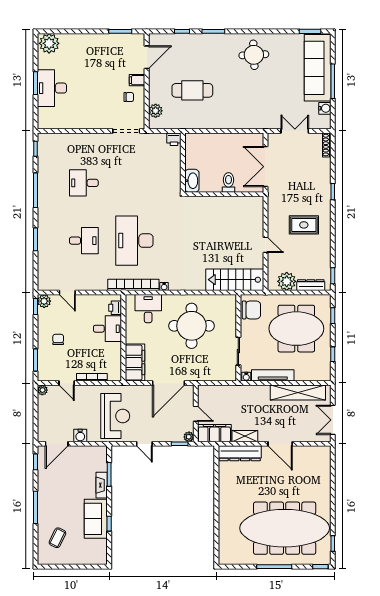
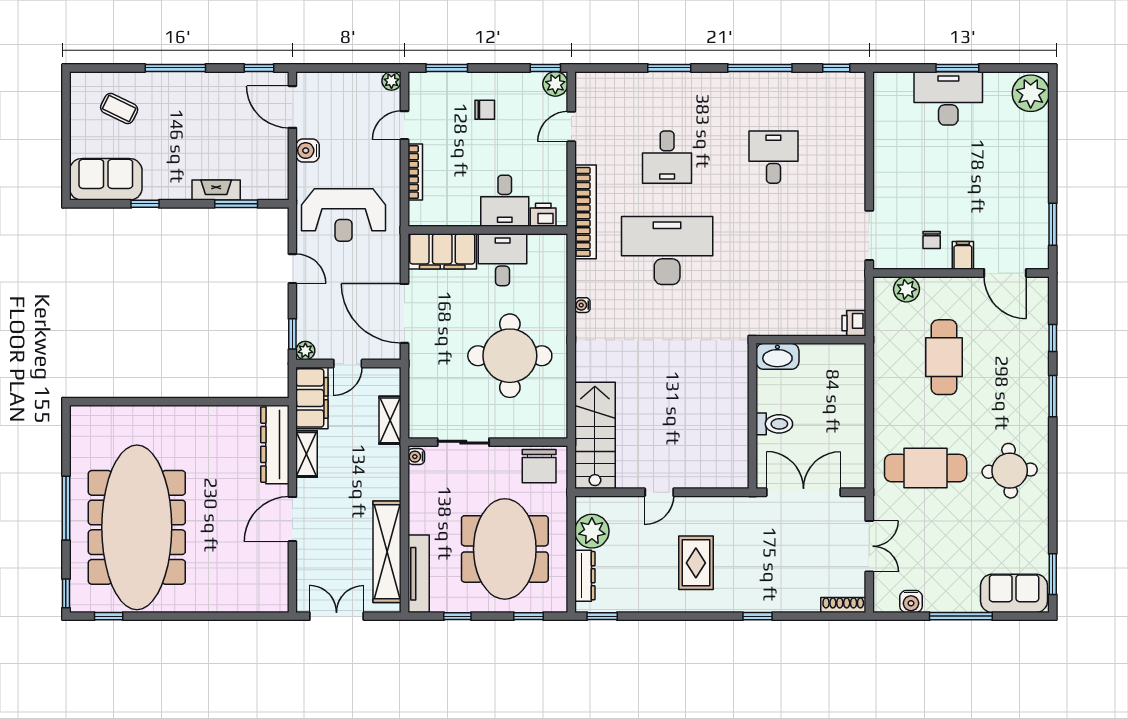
sofa: (318, 68) -> (1014, 593), width x0.54, depth x0.79
cafe table: (252, 100) -> (926, 468), added
bookcase: (133, 285) -> (586, 212), moved
desk: (148, 309) -> (503, 260), moved, turned -90
tv unit: (273, 375) -> (419, 574), moved
shelving: (227, 391) -> (390, 420), added
door: (144, 444) -> (292, 269), swing flipped
sofa: (96, 519) -> (106, 179), moved

